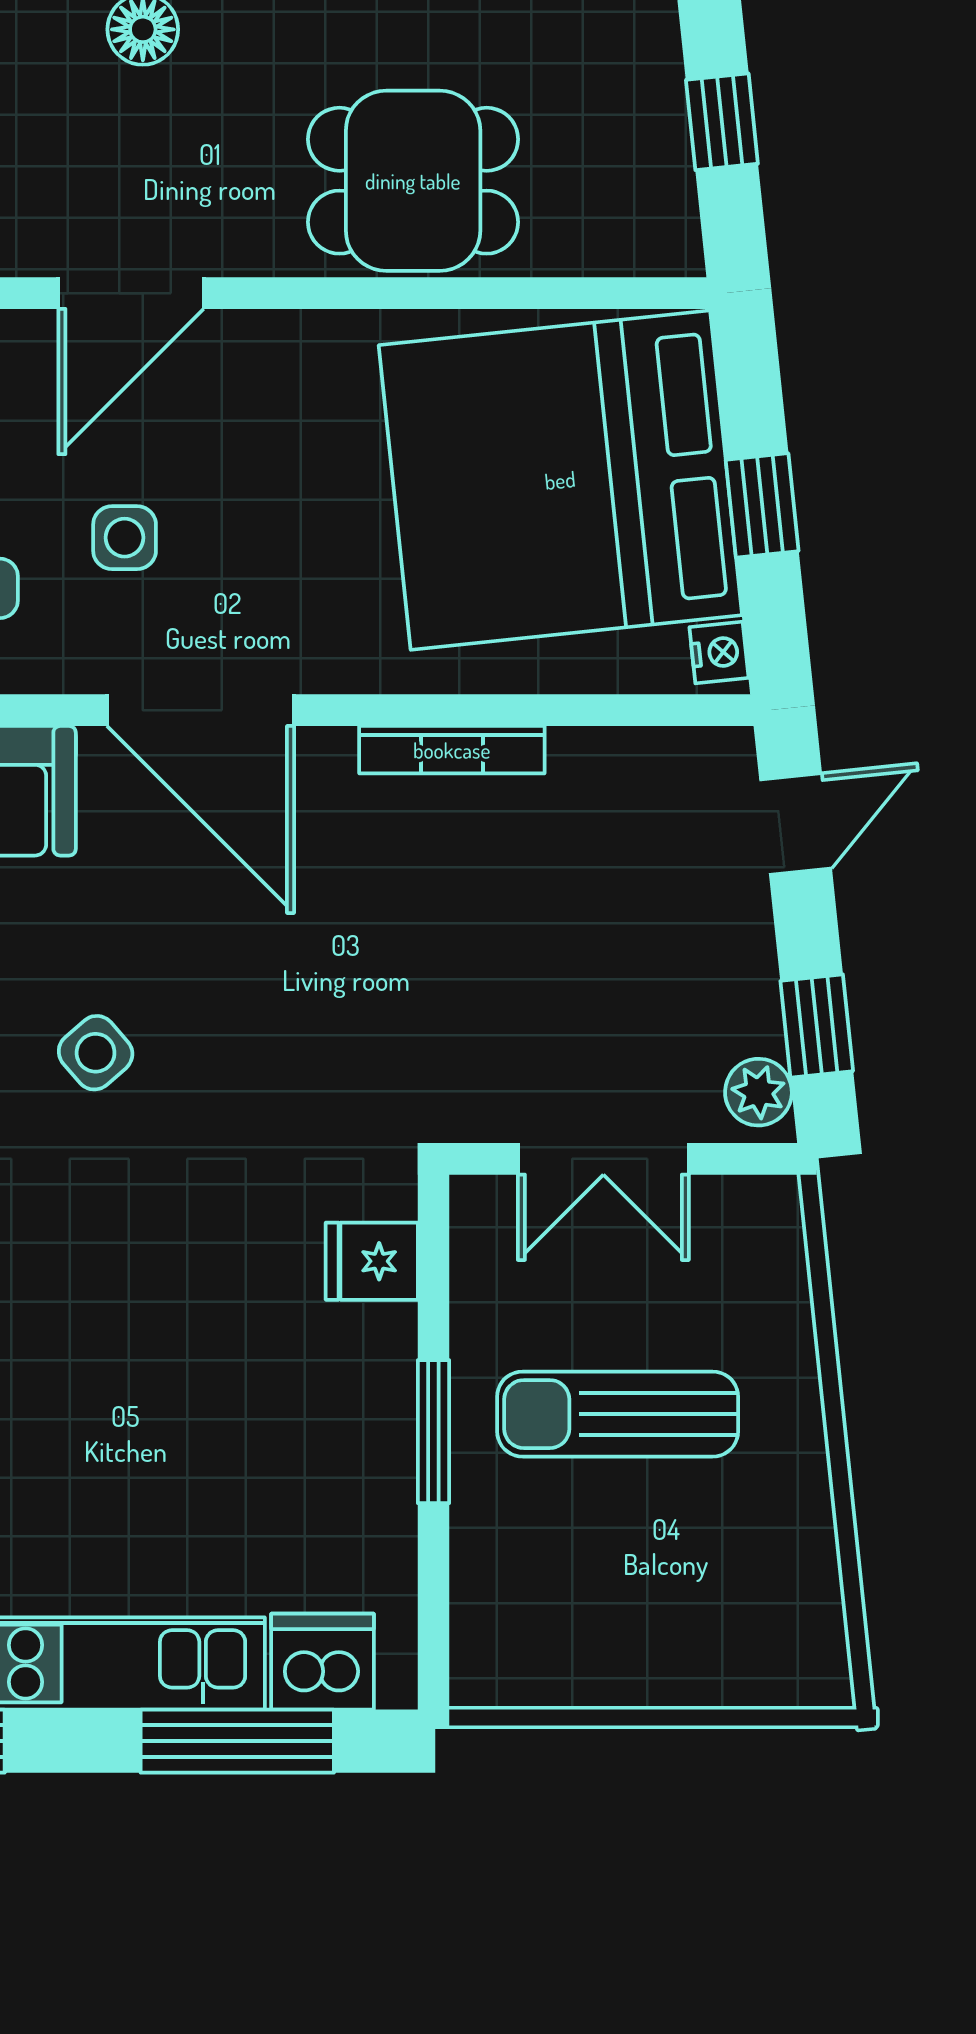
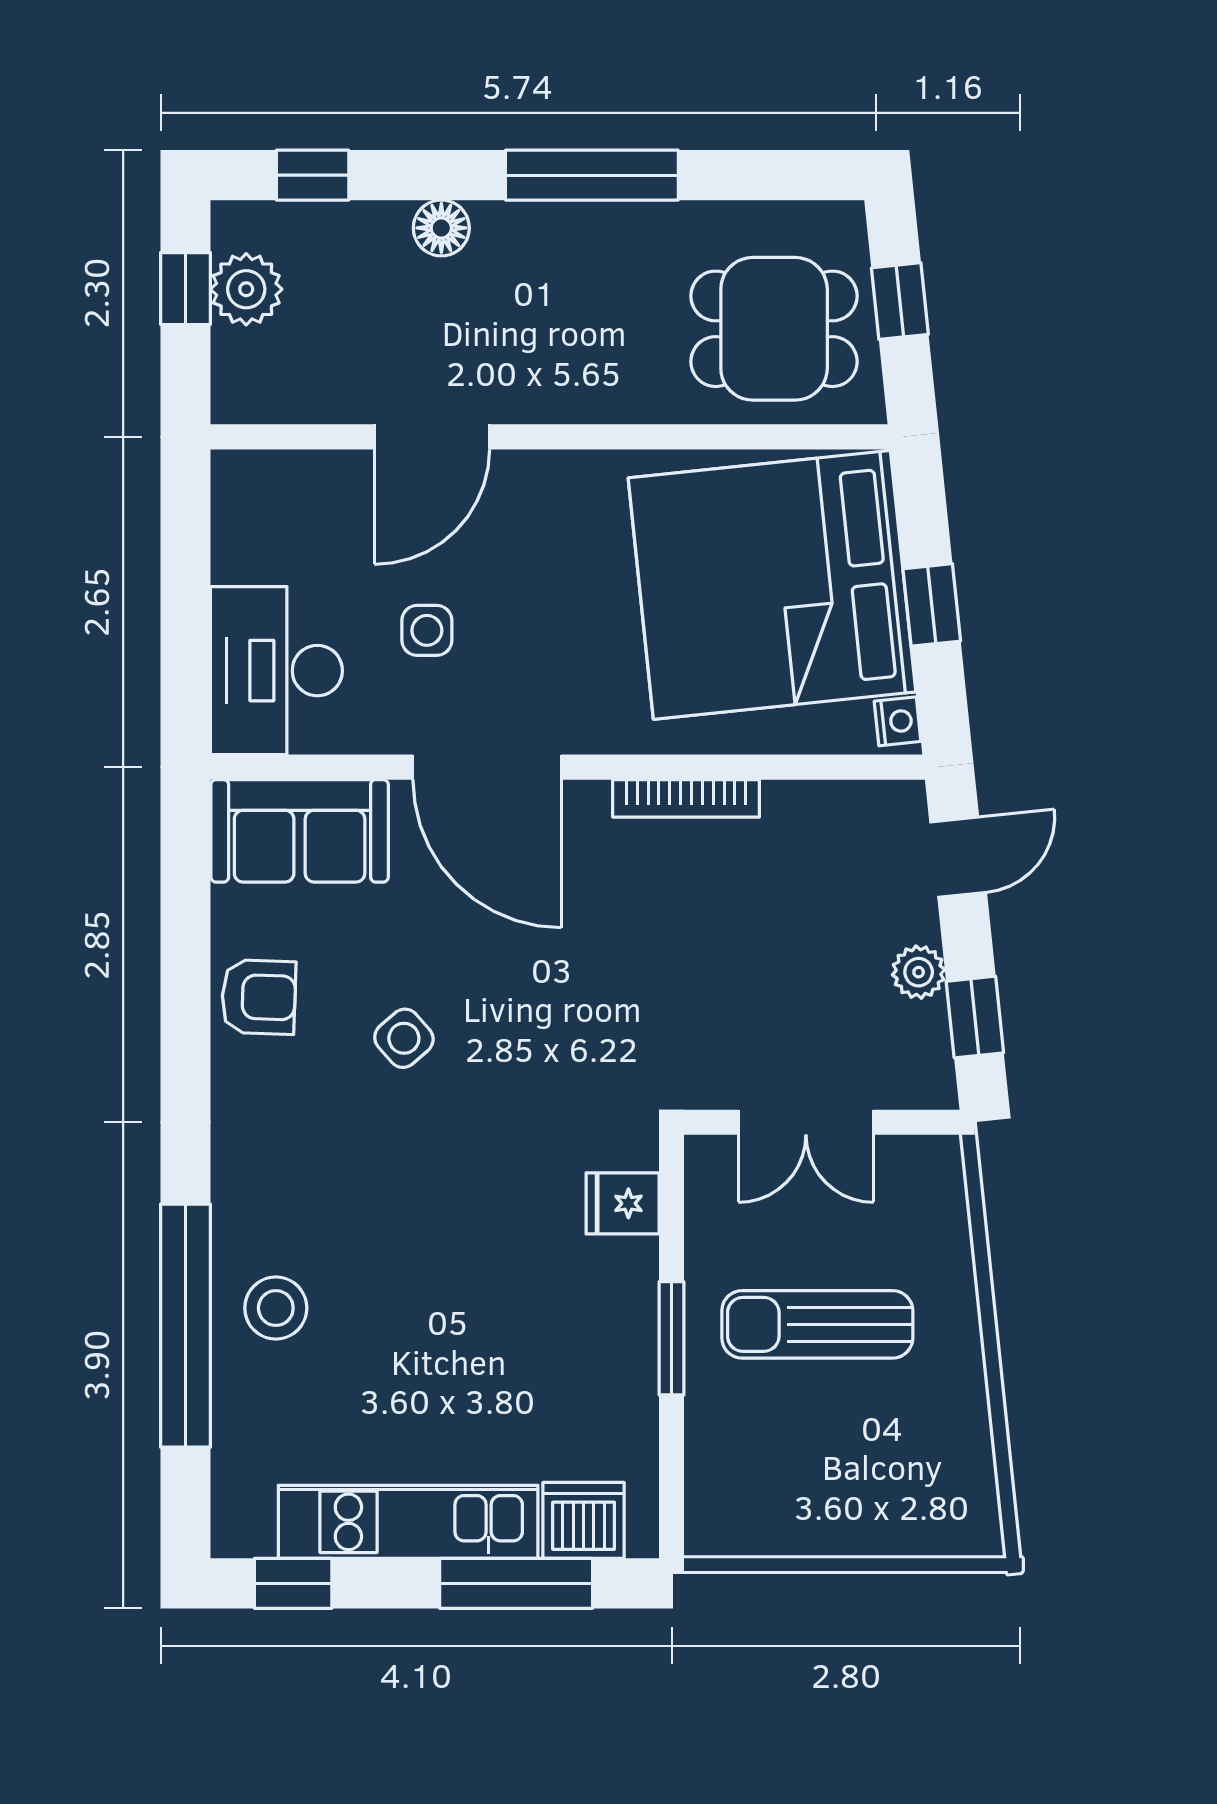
dining table: (413, 181) -> (774, 329), moved
plant: (758, 1092) -> (919, 972), moved

